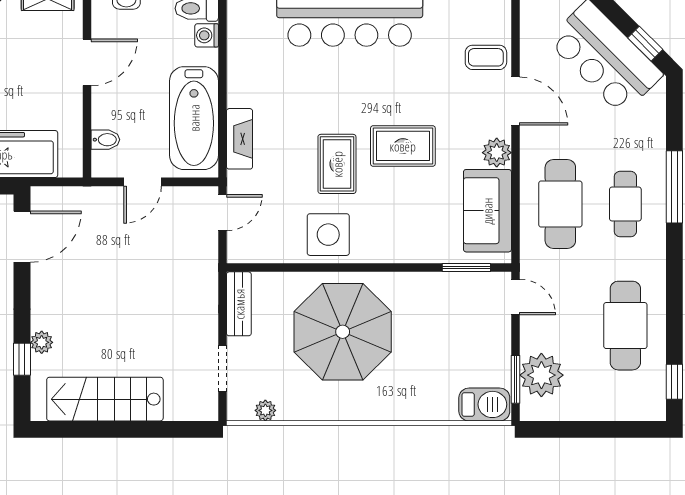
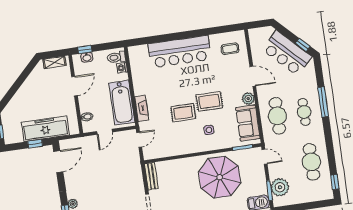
coffee table: (486, 57) -> (230, 49), moved
rug: (337, 164) -> (183, 113), turned 90
side table: (328, 235) -> (209, 130), moved, width x0.54, depth x0.54
parasol: (343, 332) -> (220, 177), moved

